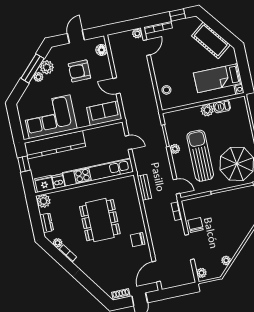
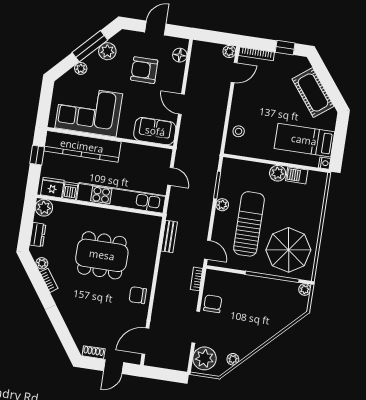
plant: (38, 77) -> (81, 68), moved
dining table: (100, 220) -> (102, 255), turned 90
plant: (201, 273) -> (204, 358), width x1.87, depth x1.87

